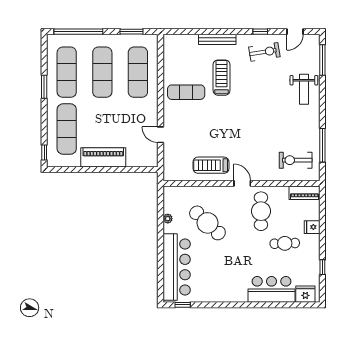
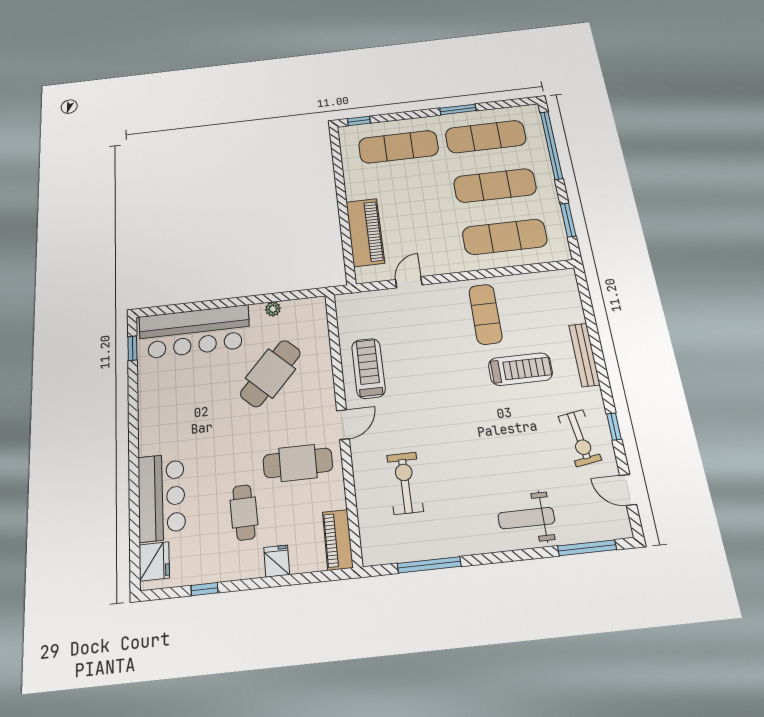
piano: (103, 157) -> (365, 232), moved
exercise bike: (296, 160) -> (405, 483), moved

